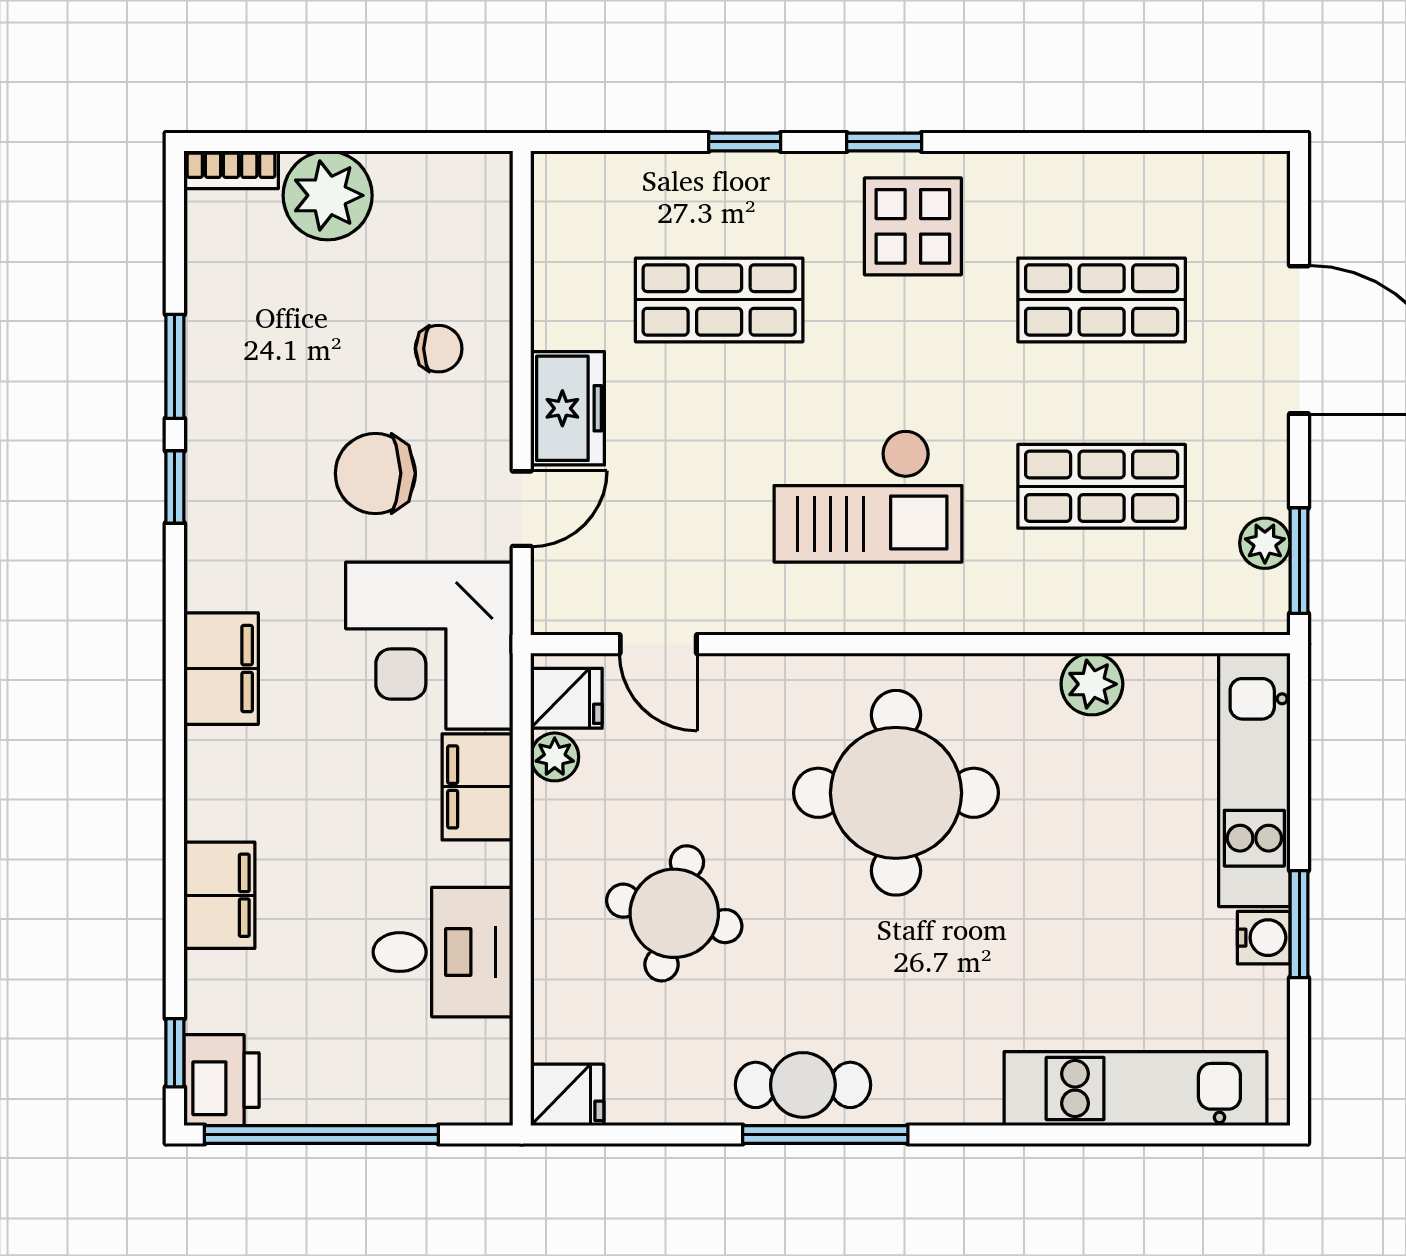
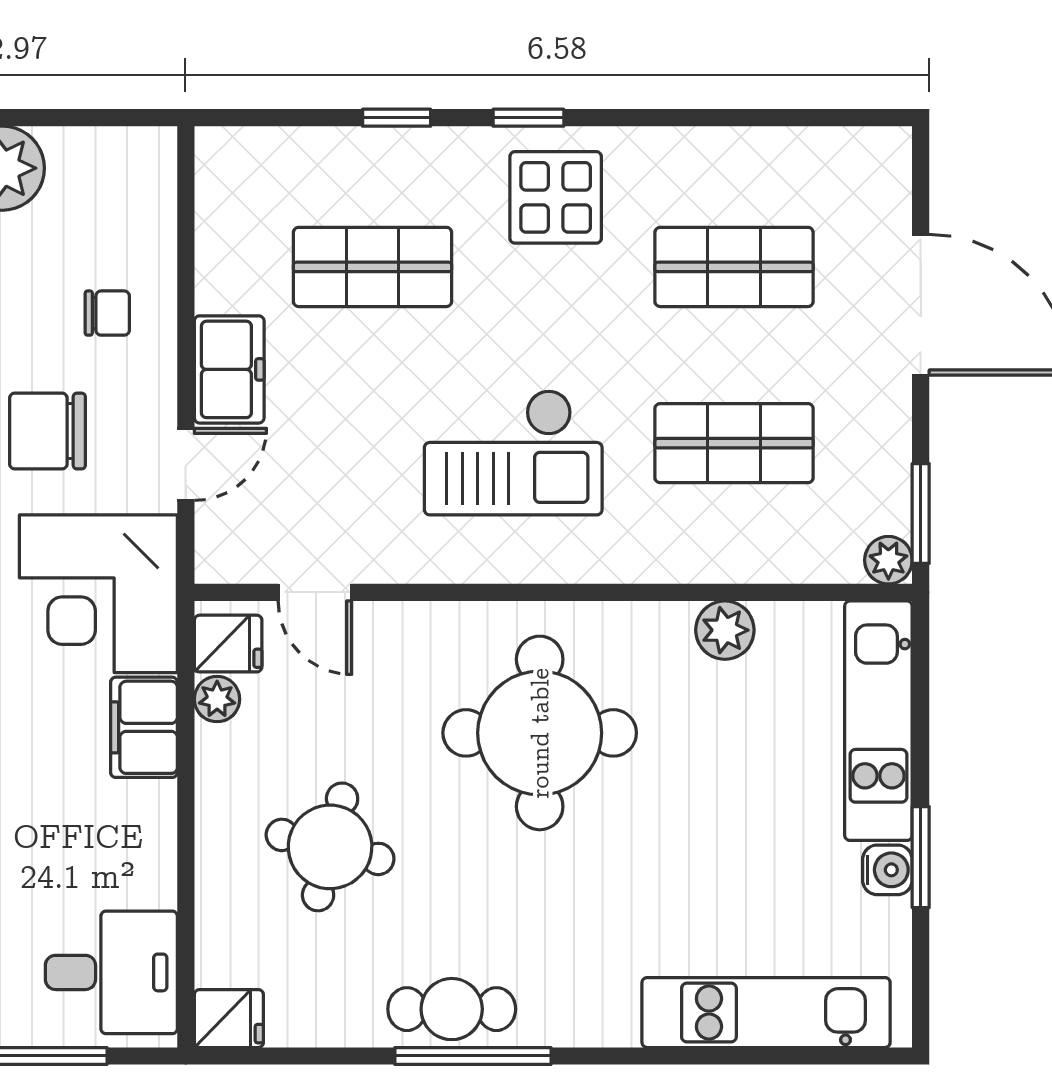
plant: (1265, 543) -> (888, 560), moved
desk: (443, 952) -> (111, 972), moved

